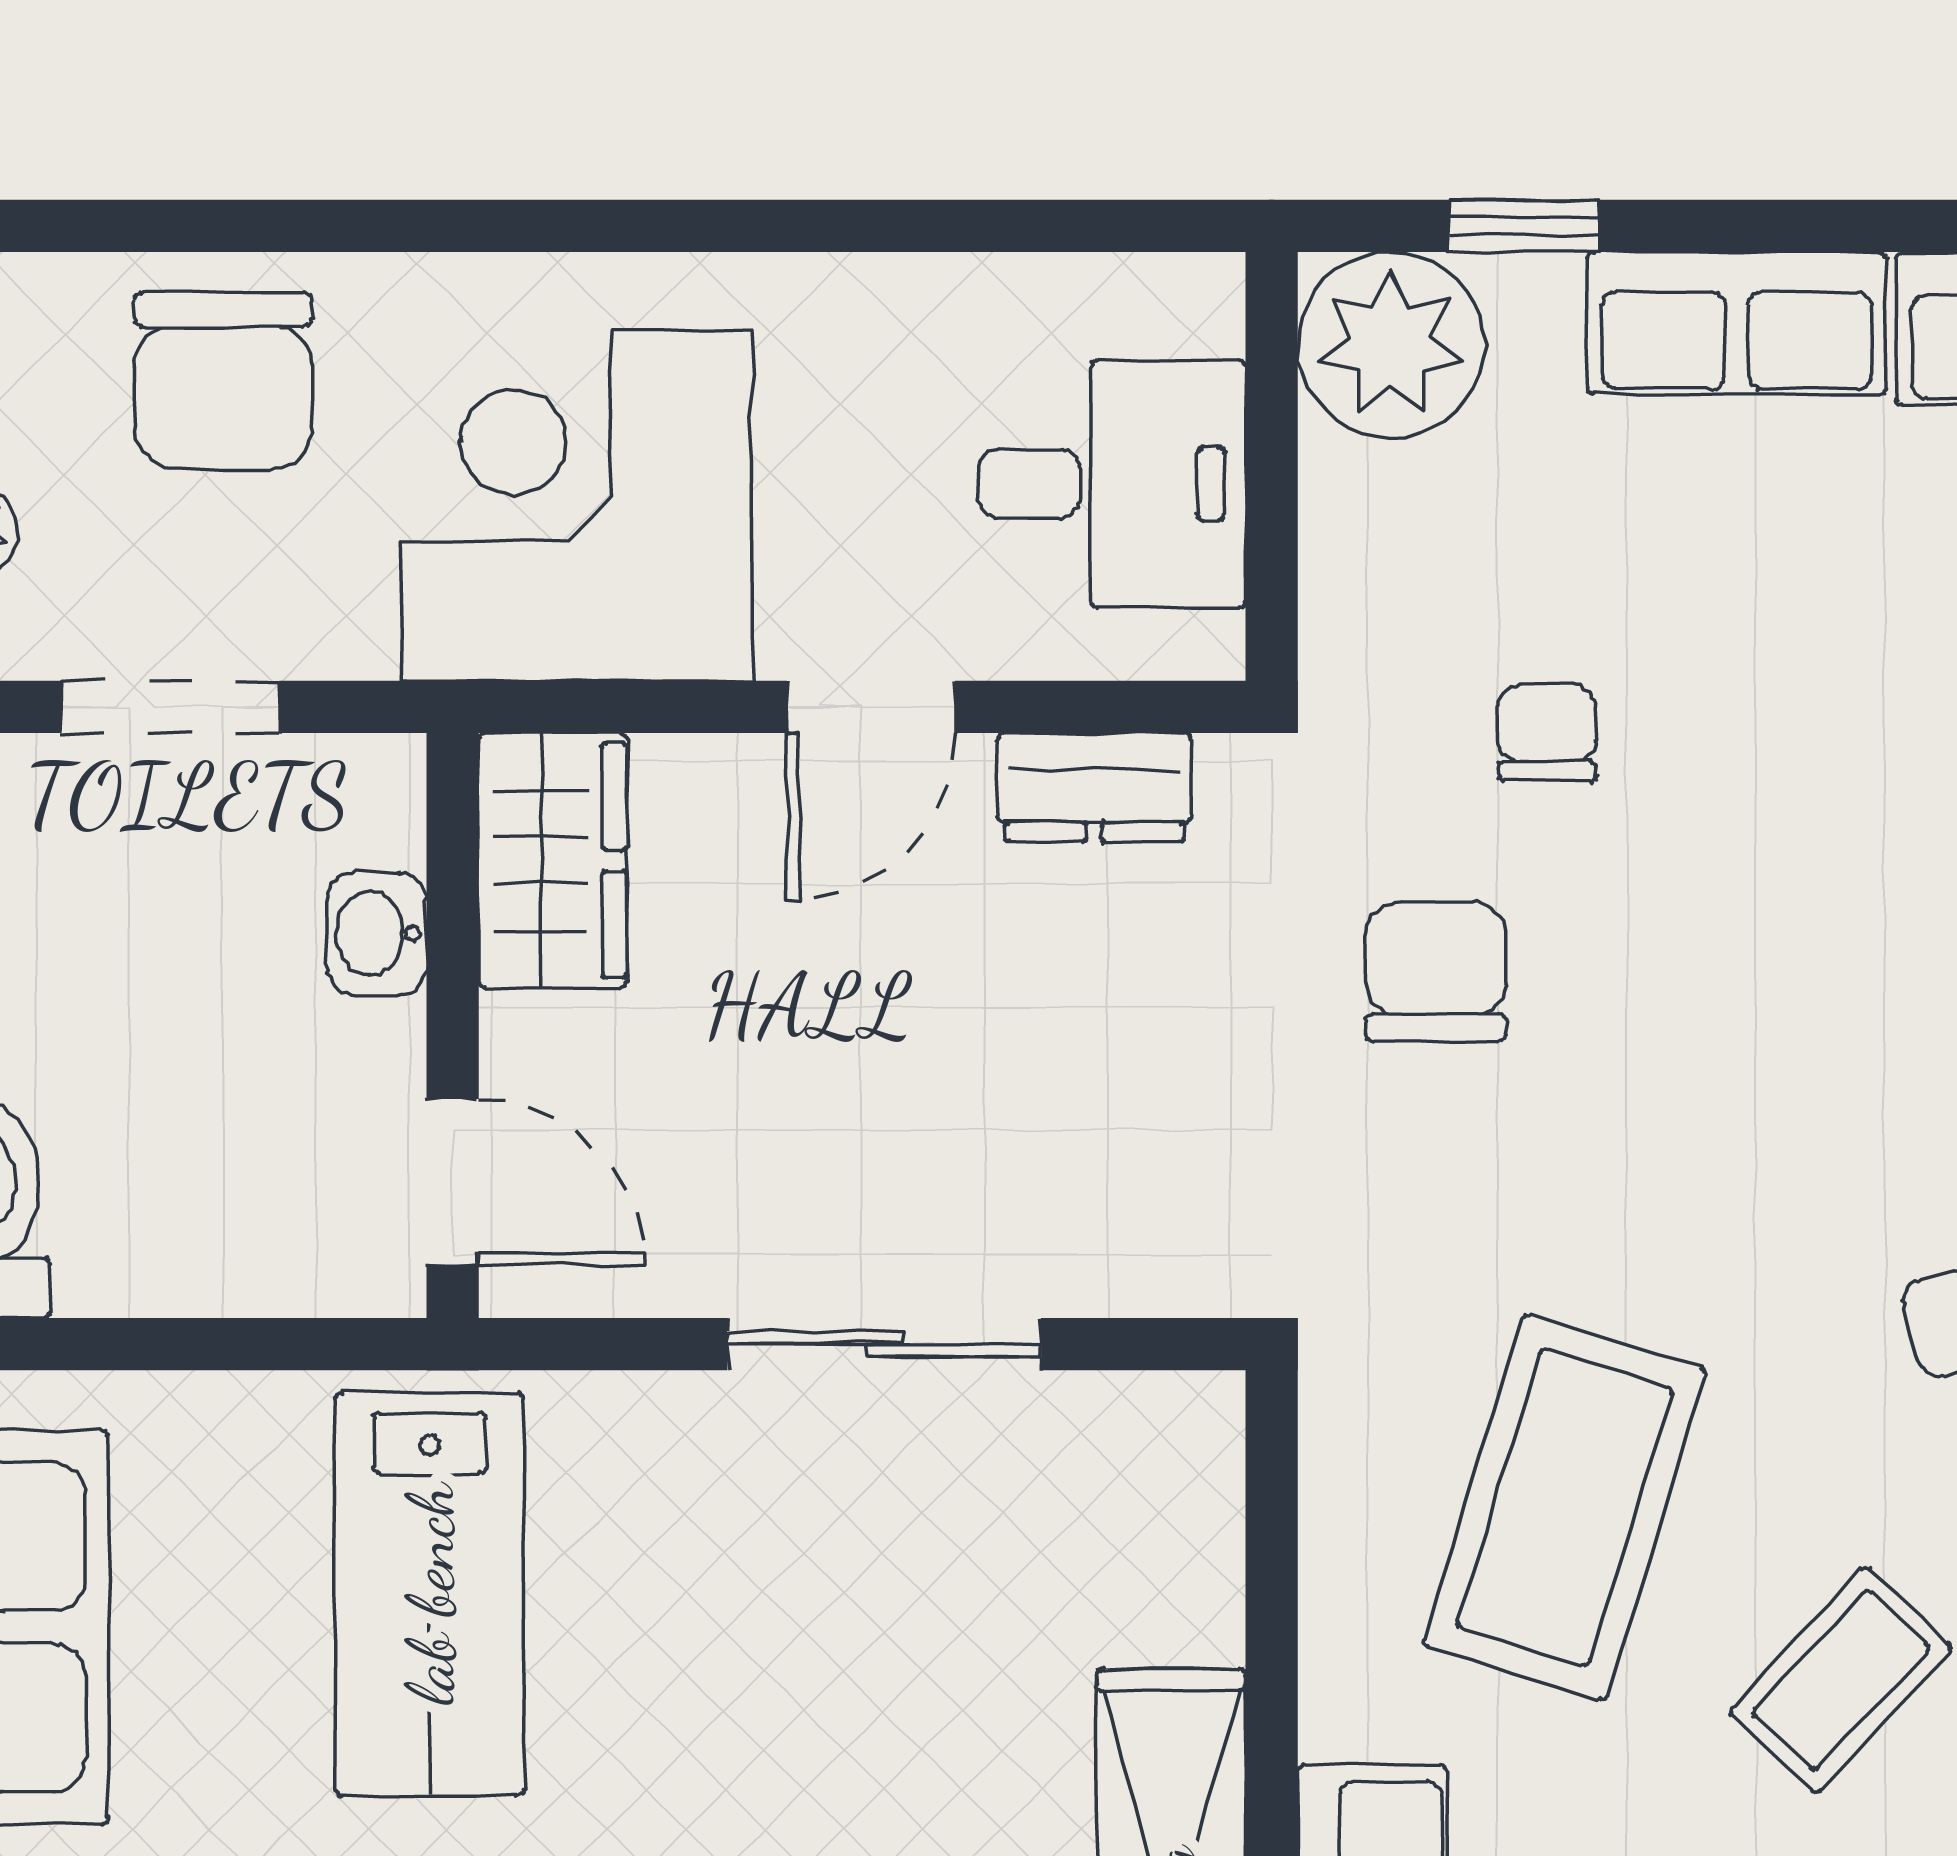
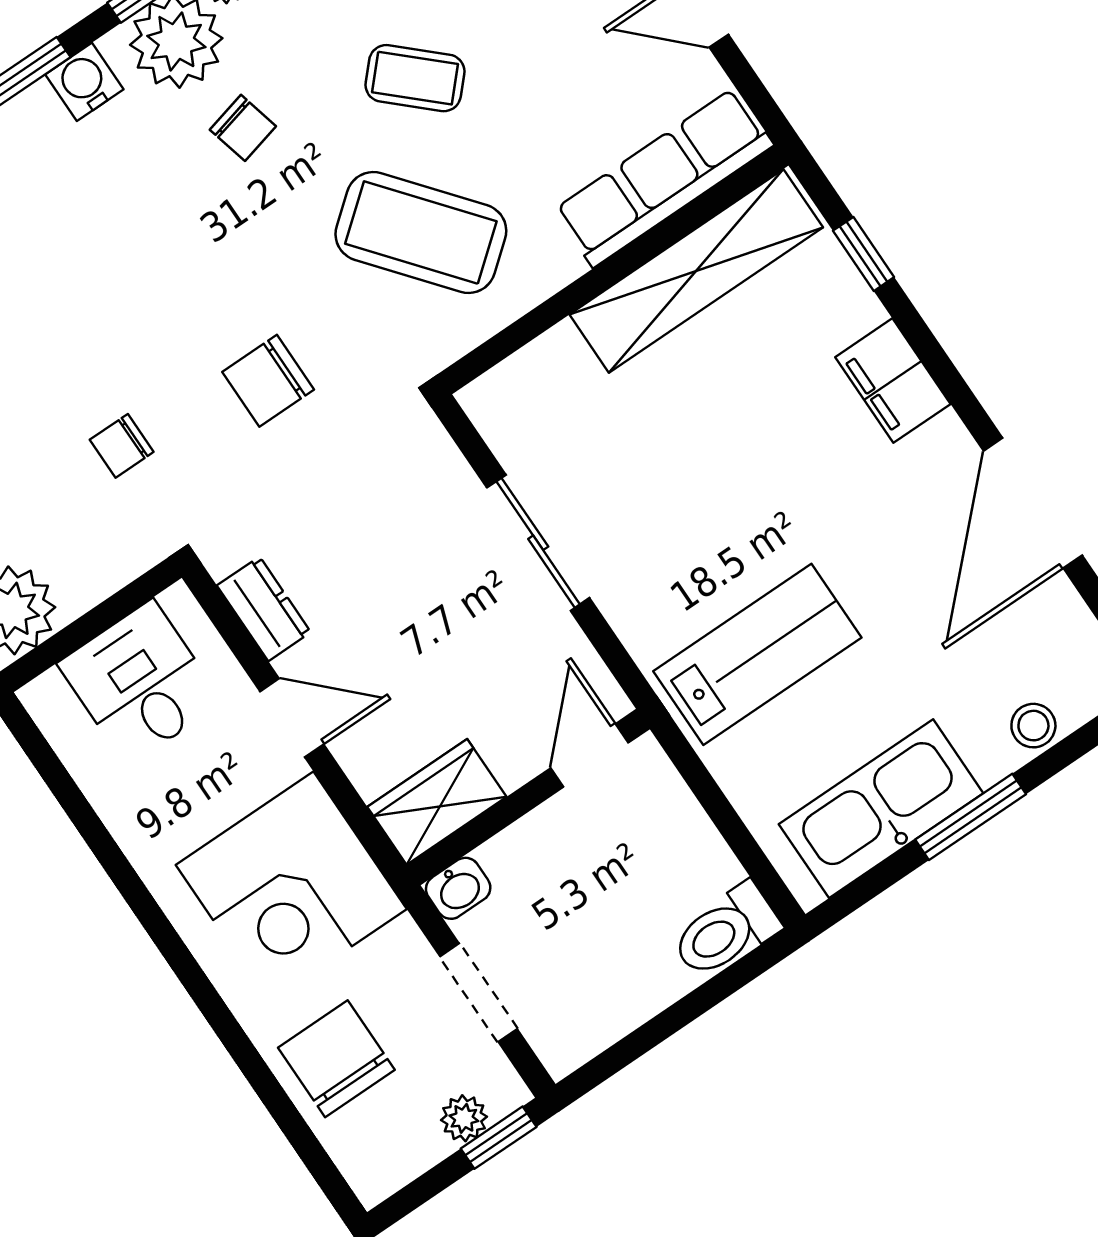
chair: (223, 381) -> (336, 1059), turned -90
washbasin: (376, 933) -> (458, 888), moved
chair: (1436, 971) -> (268, 381), moved
coffee table: (1565, 1507) -> (421, 232), turned 34

